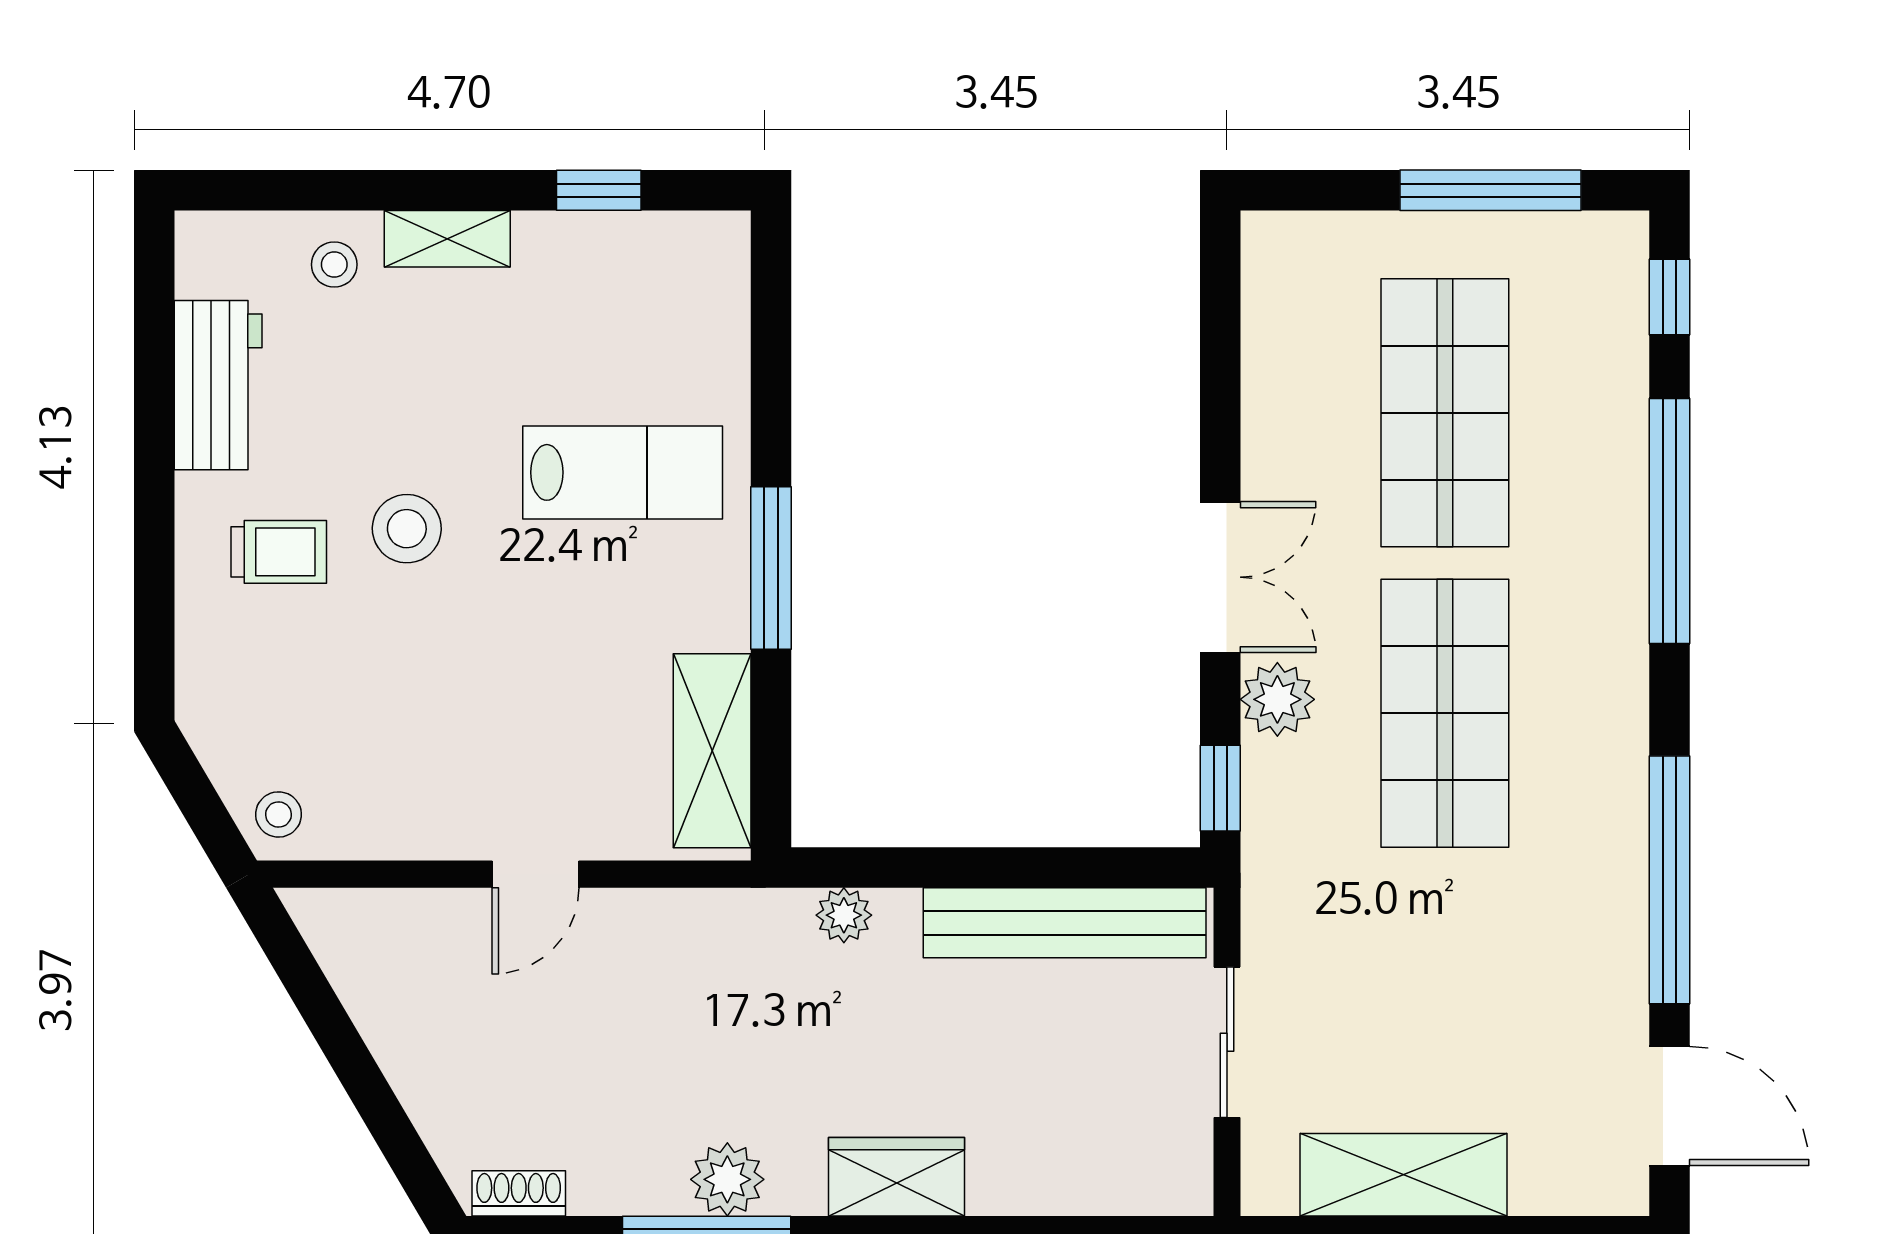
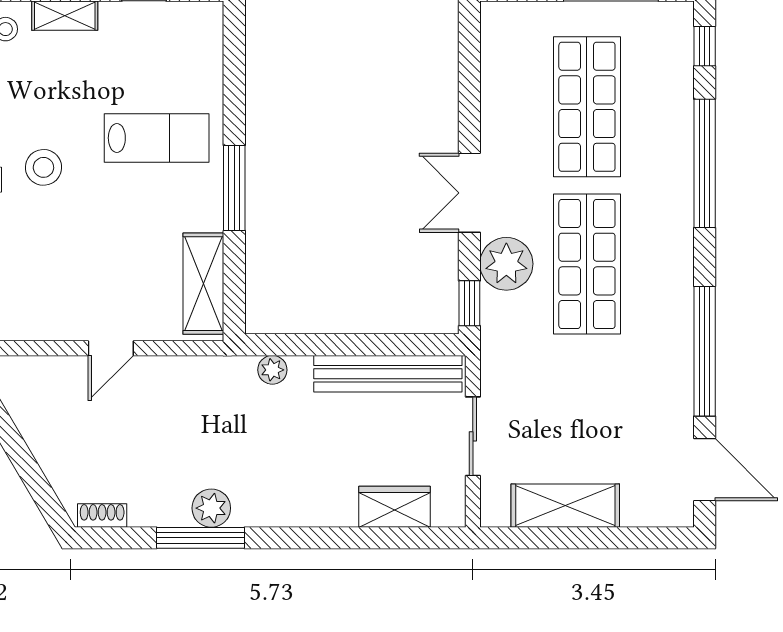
double door: (1220, 577) -> (469, 193), swing flipped
plant: (1277, 699) -> (506, 264), width x1.36, depth x1.36
wardrobe: (896, 1177) -> (395, 507), moved

